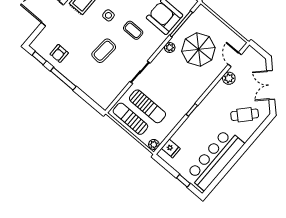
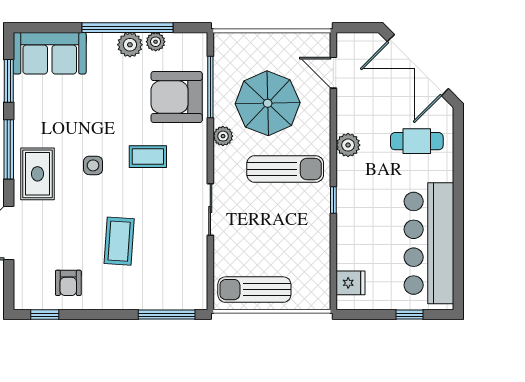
coffee table: (104, 51) -> (119, 241), moved
plant: (229, 78) -> (348, 145), moved
window: (63, 79) -> (167, 315), moved
double door: (271, 85) -> (418, 65), width x1.37
sun lounger: (147, 106) -> (285, 169), moved
cafe table: (245, 115) -> (417, 141), turned 47
plant: (154, 144) -> (321, 298), removed

